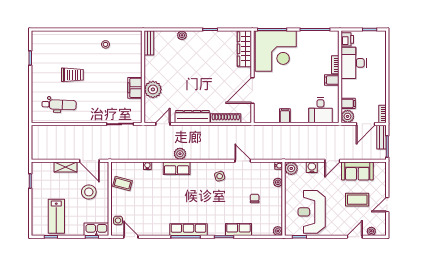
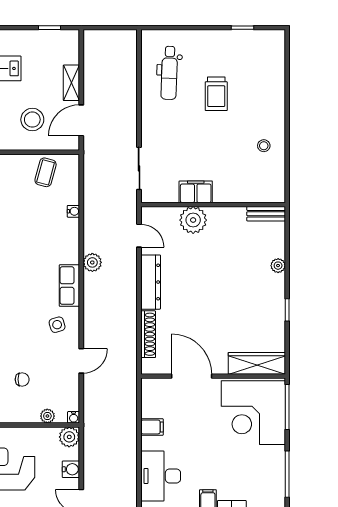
desk: (320, 110) -> (161, 476), width x1.37
row of seats: (177, 168) -> (69, 286), moved

